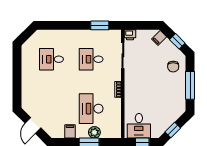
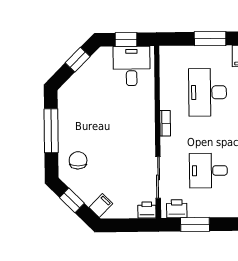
printer: (111, 35) -> (177, 209), added
desk: (91, 59) -> (208, 171), turned 180
desk: (91, 109) -> (207, 92), turned 180
plant: (94, 132) -> (202, 55), removed

